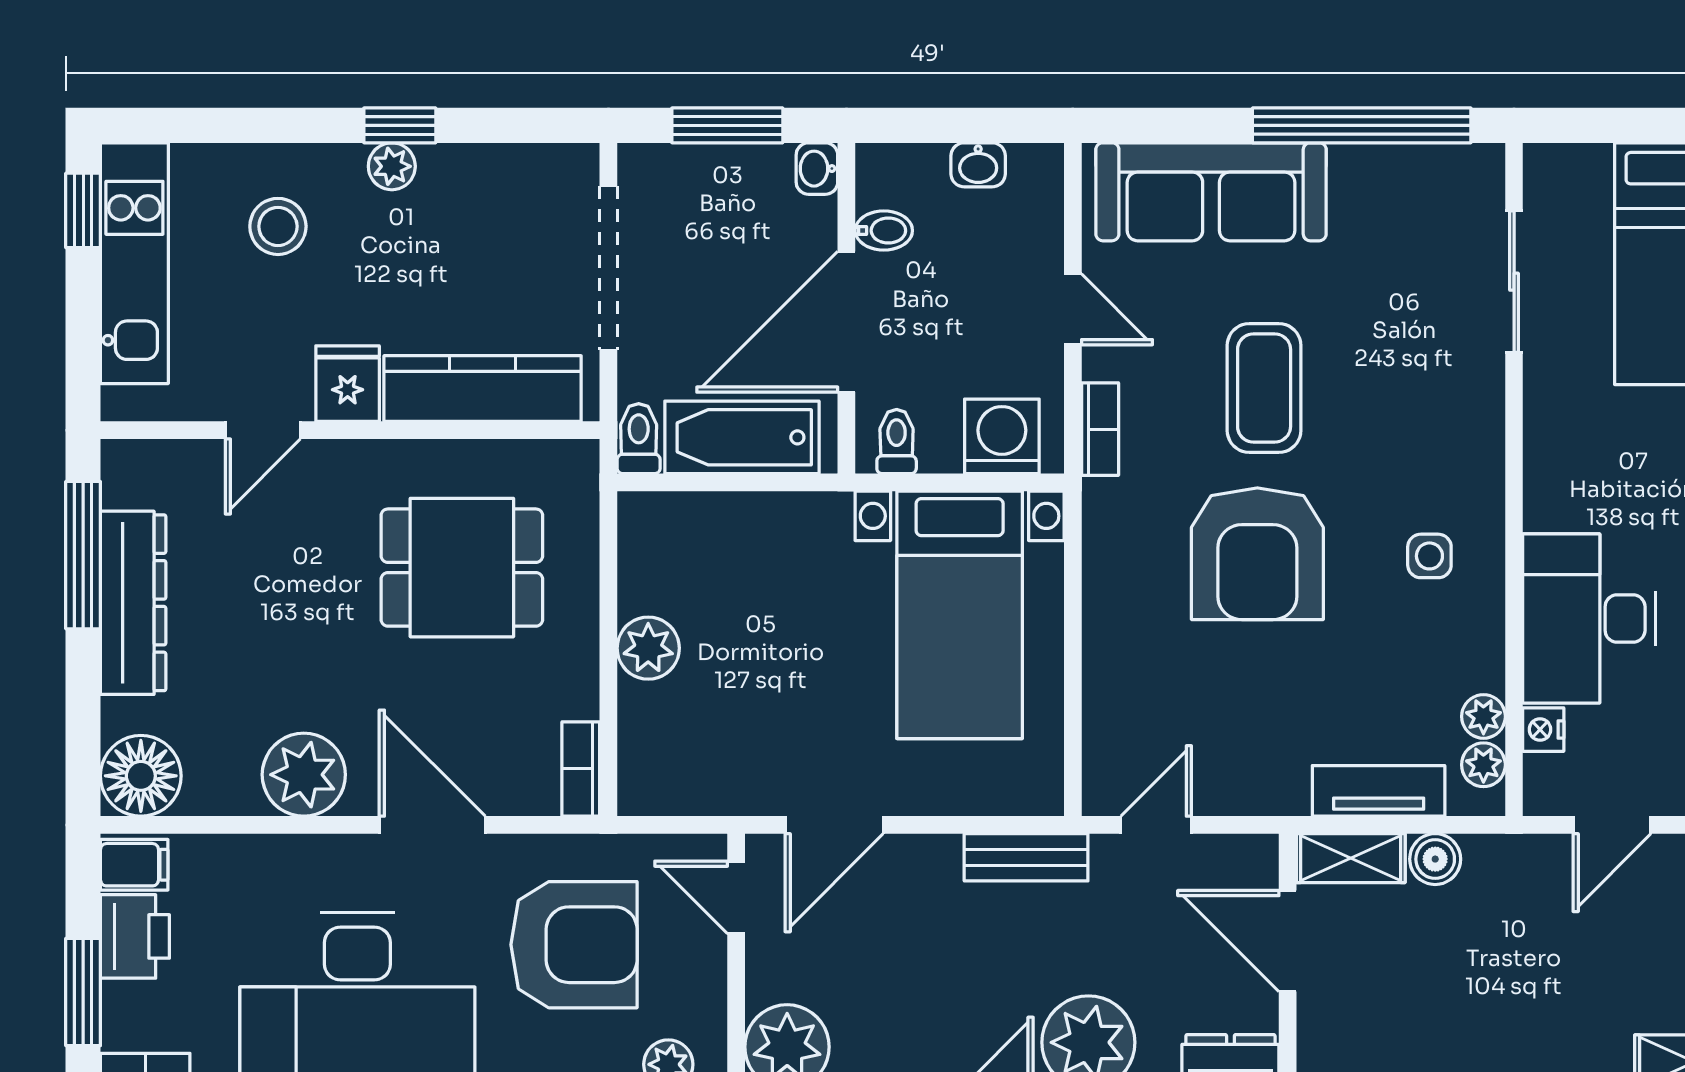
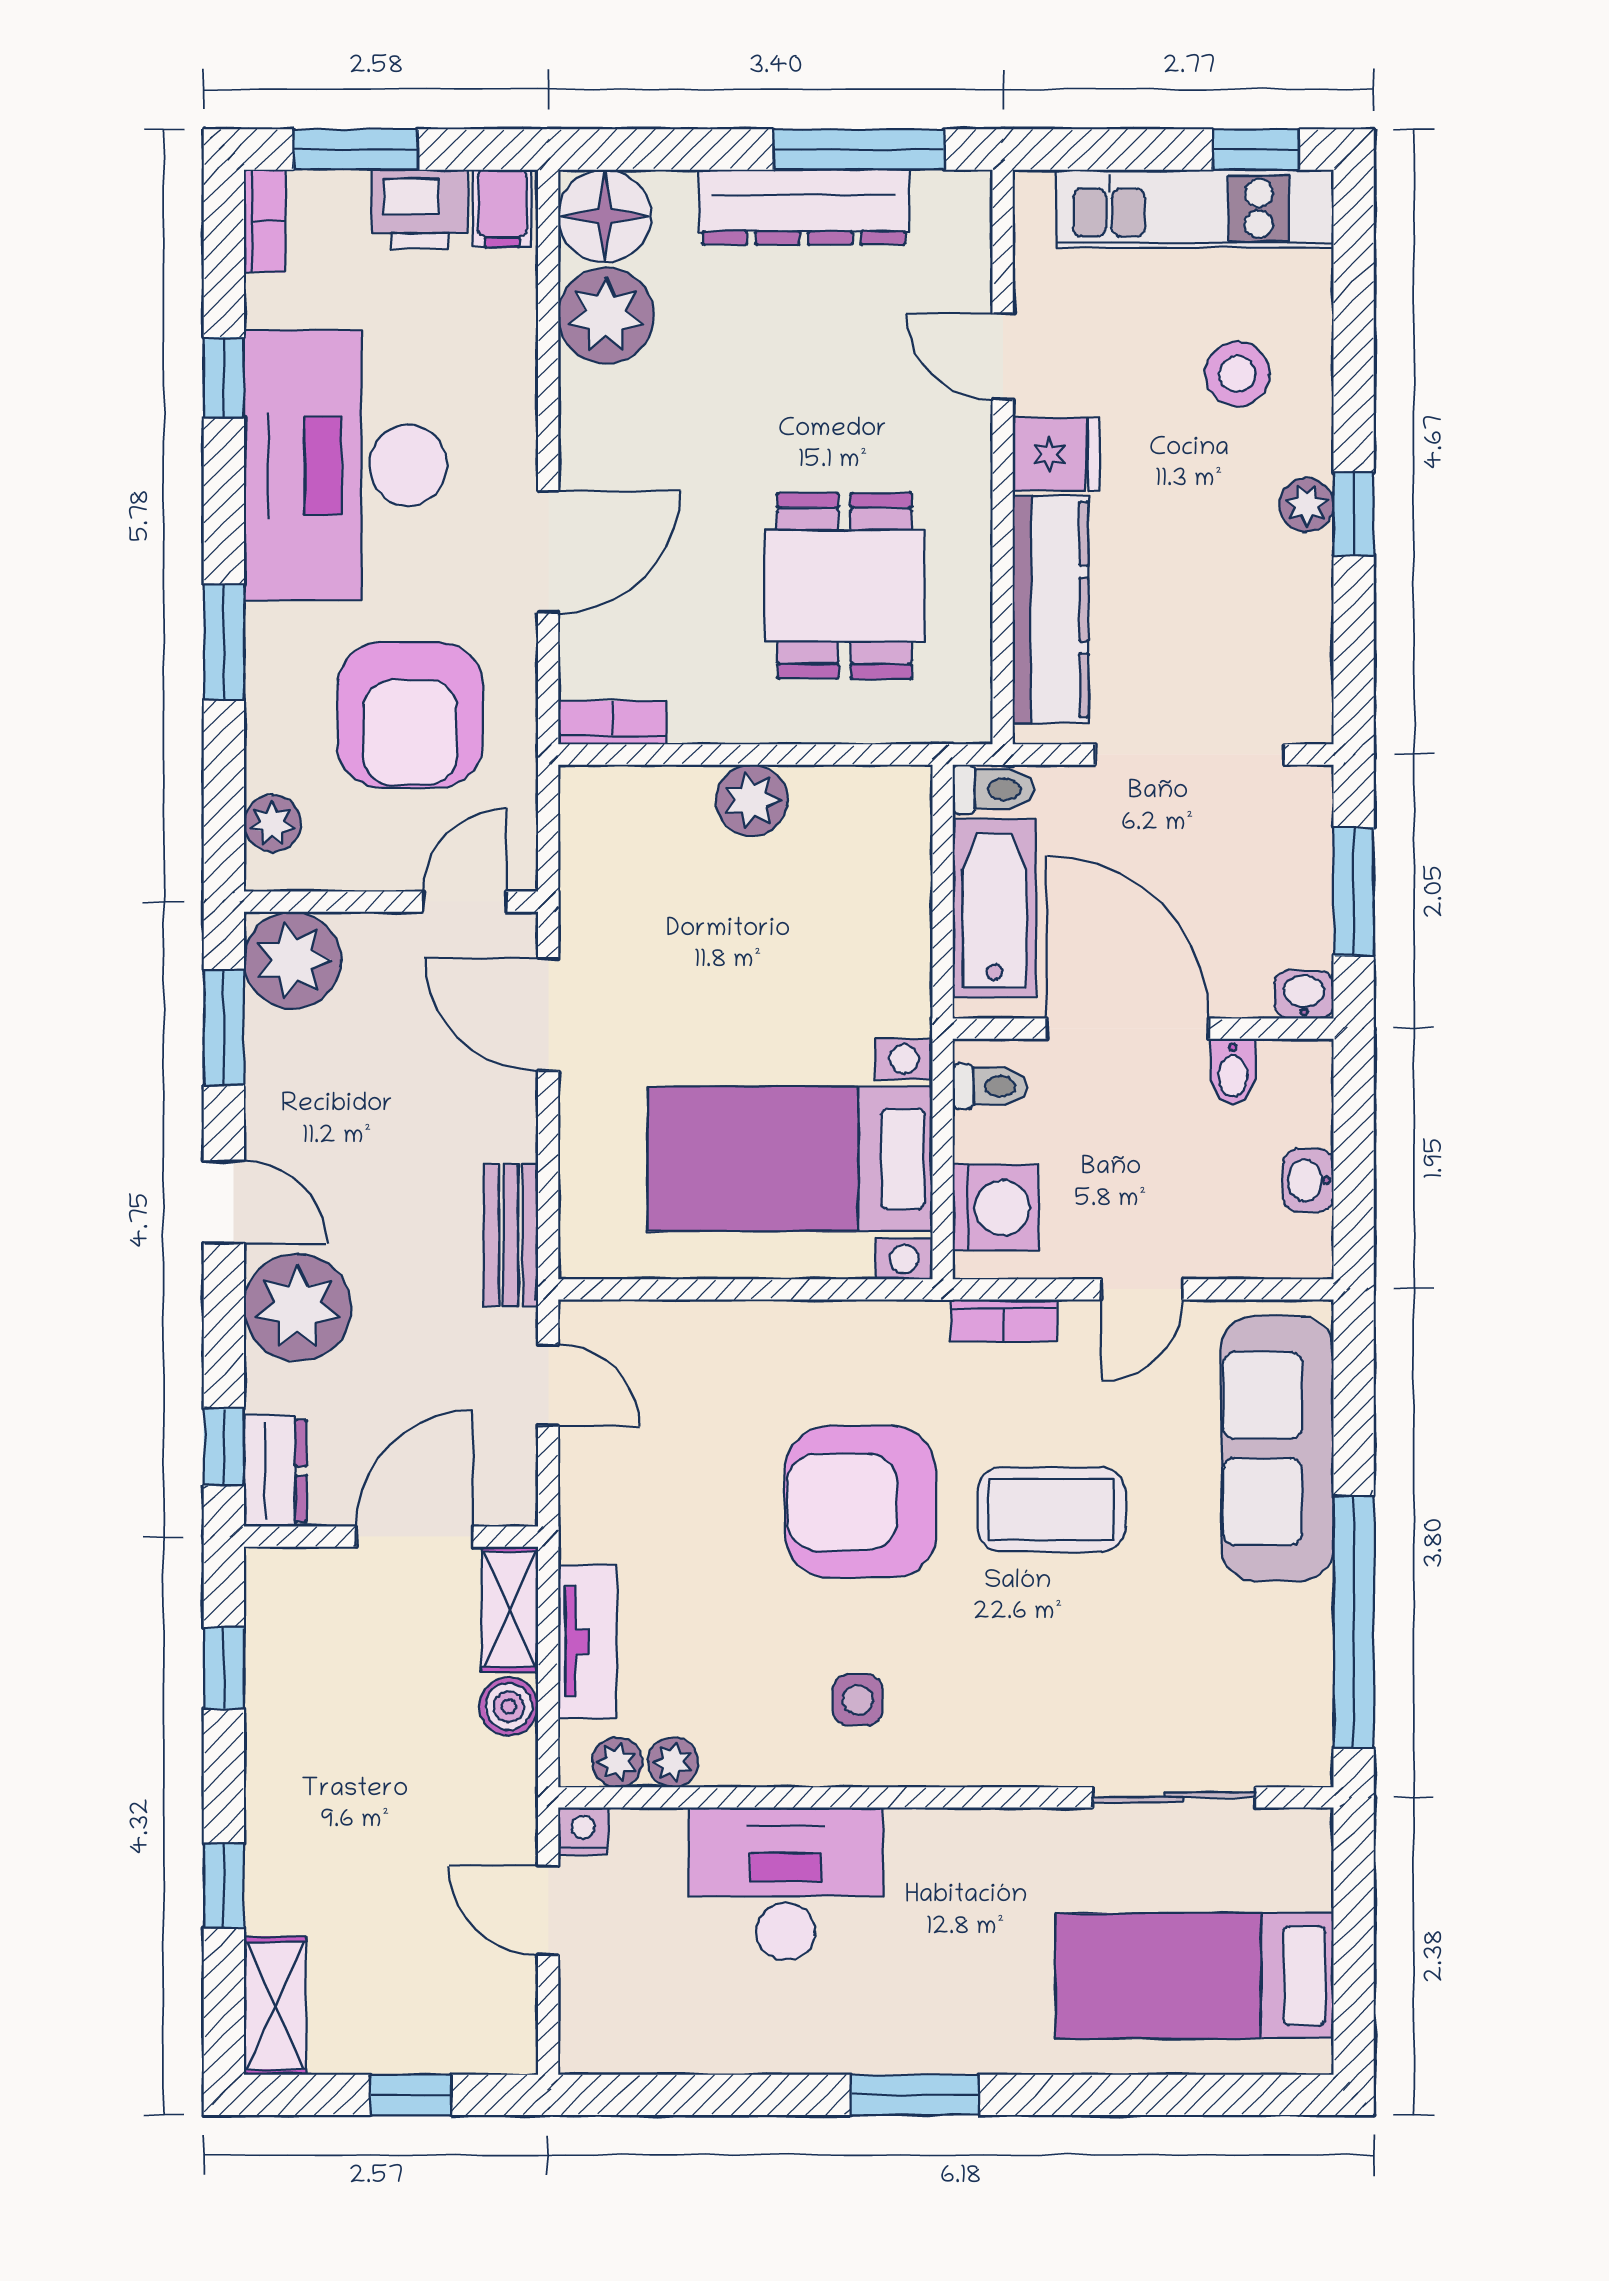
nightstand: (1543, 730) -> (583, 1831), moved
plant: (304, 775) -> (606, 316), moved

